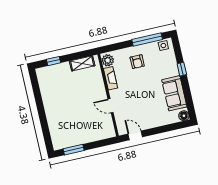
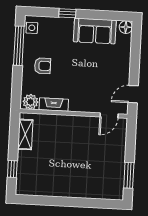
door: (111, 106) -> (109, 115), moved

